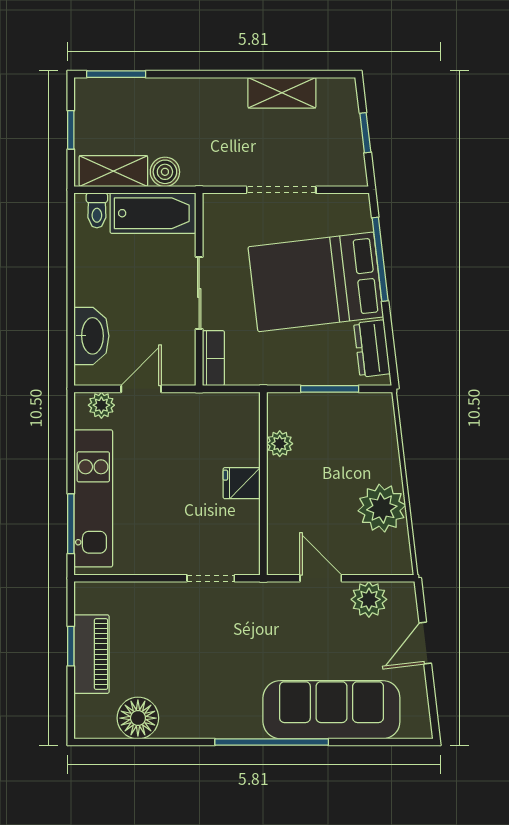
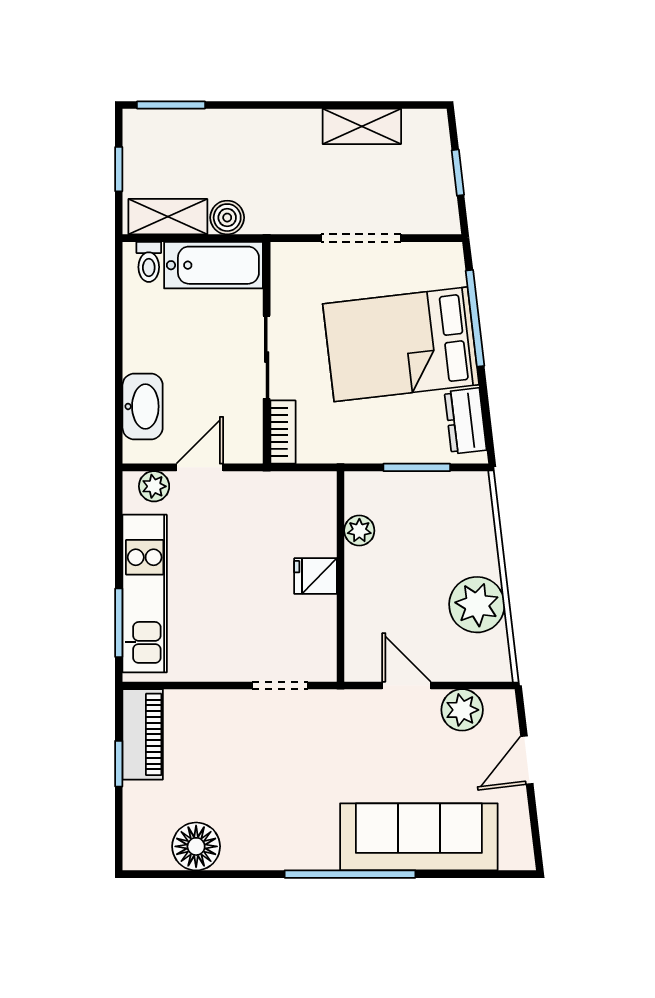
piano: (92, 654) -> (143, 734), moved

